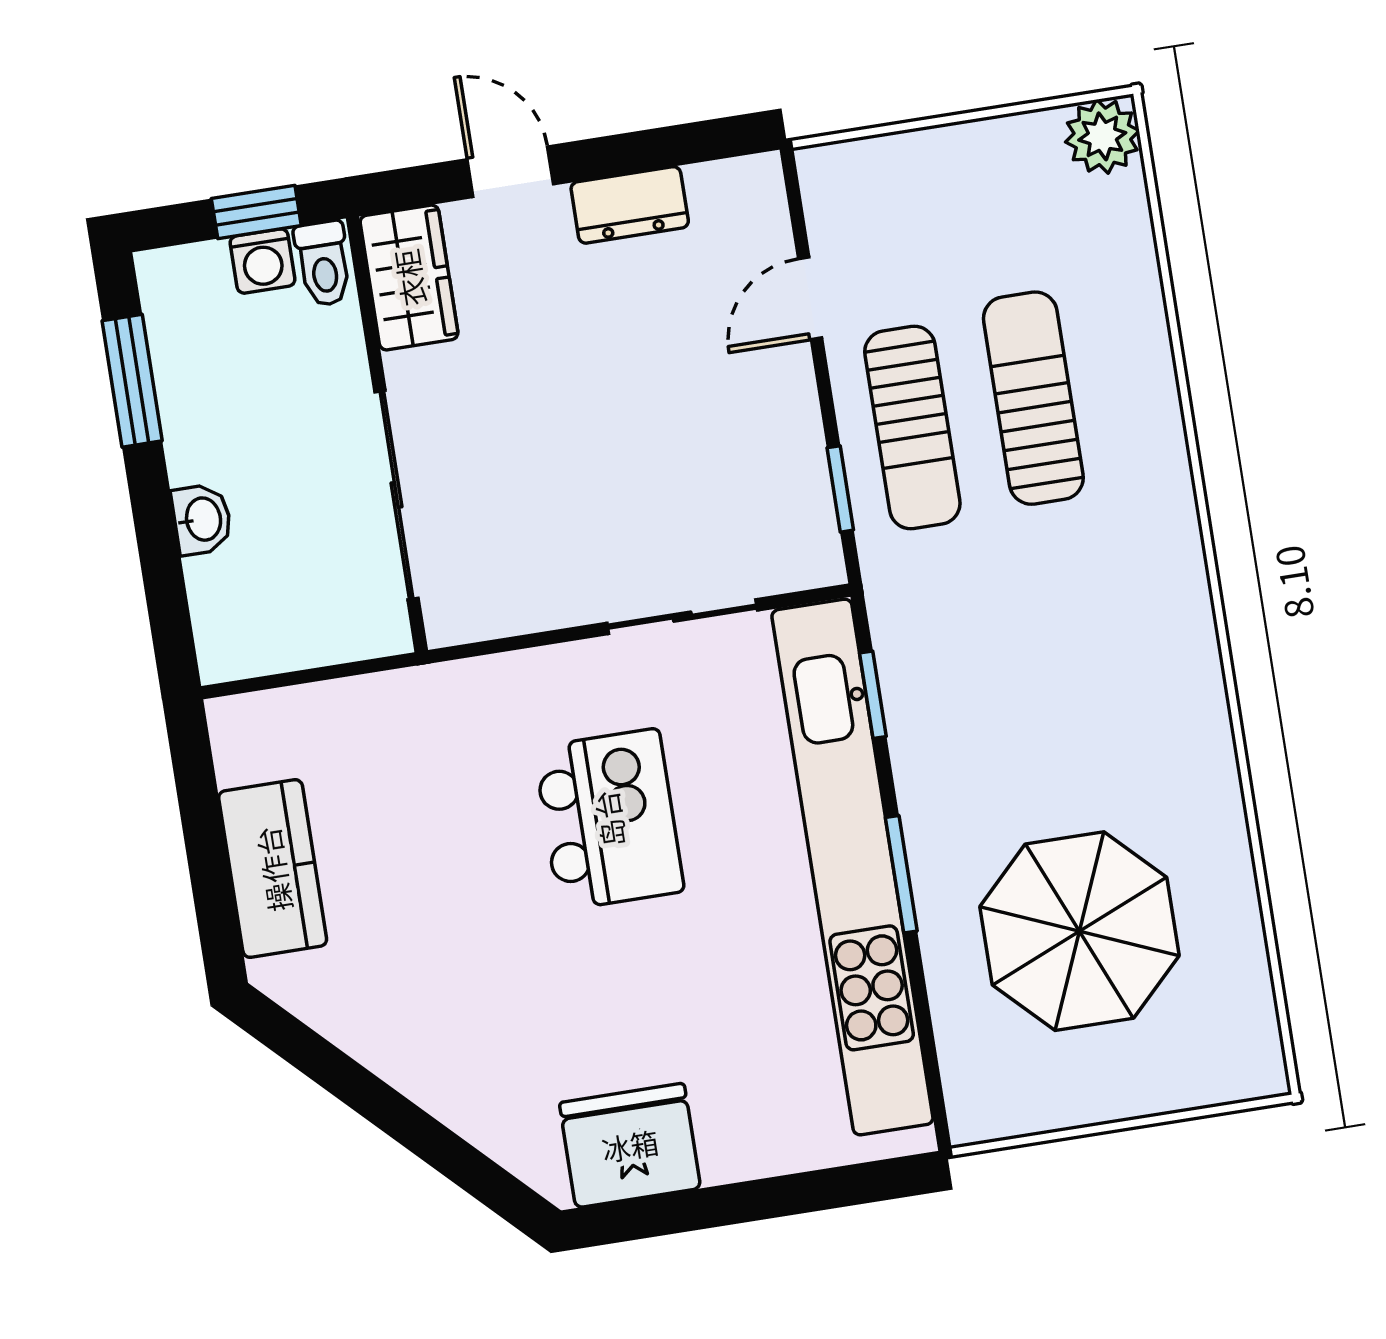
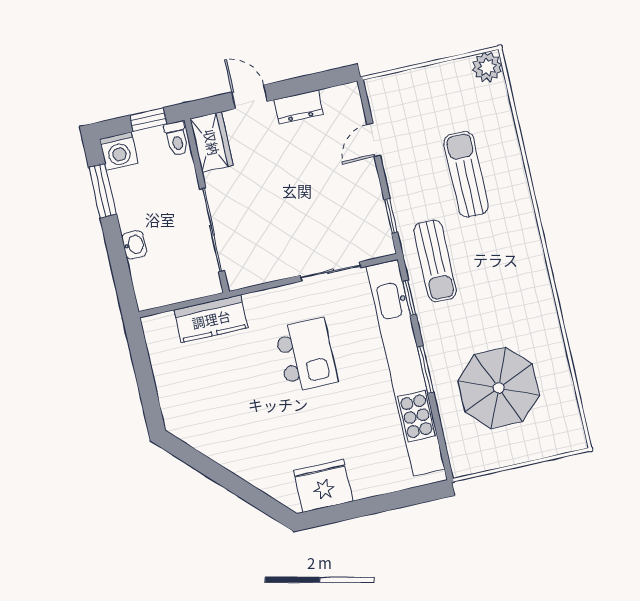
washing machine: (263, 261) -> (119, 151), moved, width x1.38, depth x1.38
sun lounger: (912, 428) -> (435, 261), moved
kitchen counter: (273, 869) -> (211, 319), moved, turned 90

